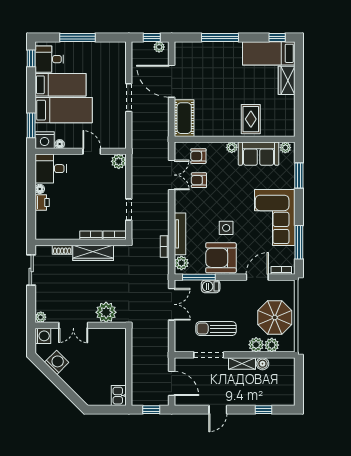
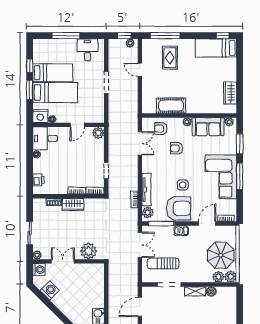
window: (220, 38) -> (165, 36), moved
window: (31, 58) -> (30, 66), moved
desk: (49, 59) -> (88, 50), moved, turned 90
wardrobe: (287, 80) -> (230, 93), moved
door: (172, 81) -> (140, 70), width x0.53
cot: (184, 118) -> (171, 106), moved, turned 90
rug: (251, 119) -> (170, 58), moved
window: (31, 125) -> (30, 90), moved
door: (92, 151) -> (77, 125), swing flipped
armchair: (199, 180) -> (177, 148), moved
printer: (42, 202) -> (38, 180), moved
window: (299, 242) -> (240, 176), moved
wardrobe: (93, 253) -> (73, 205), width x0.67
armchair: (221, 258) -> (179, 208), turned 180
sliding door: (31, 270) -> (30, 233), moved
barbecue: (211, 286) -> (181, 231), moved
double door: (73, 325) -> (63, 261), swing flipped
sun lounger: (216, 329) -> (163, 263), moved
plant: (256, 345) -> (231, 277), moved
door: (172, 383) -> (140, 307), swing flipped

